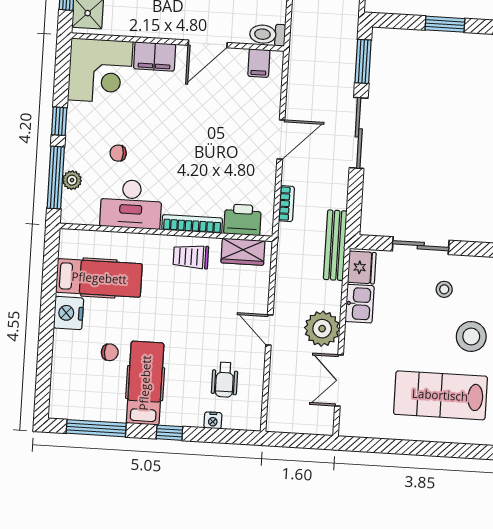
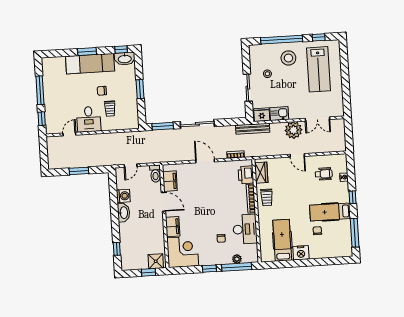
filing cabinet: (259, 63) -> (170, 181), width x2.00
door: (269, 330) -> (297, 155), hinge flipped

